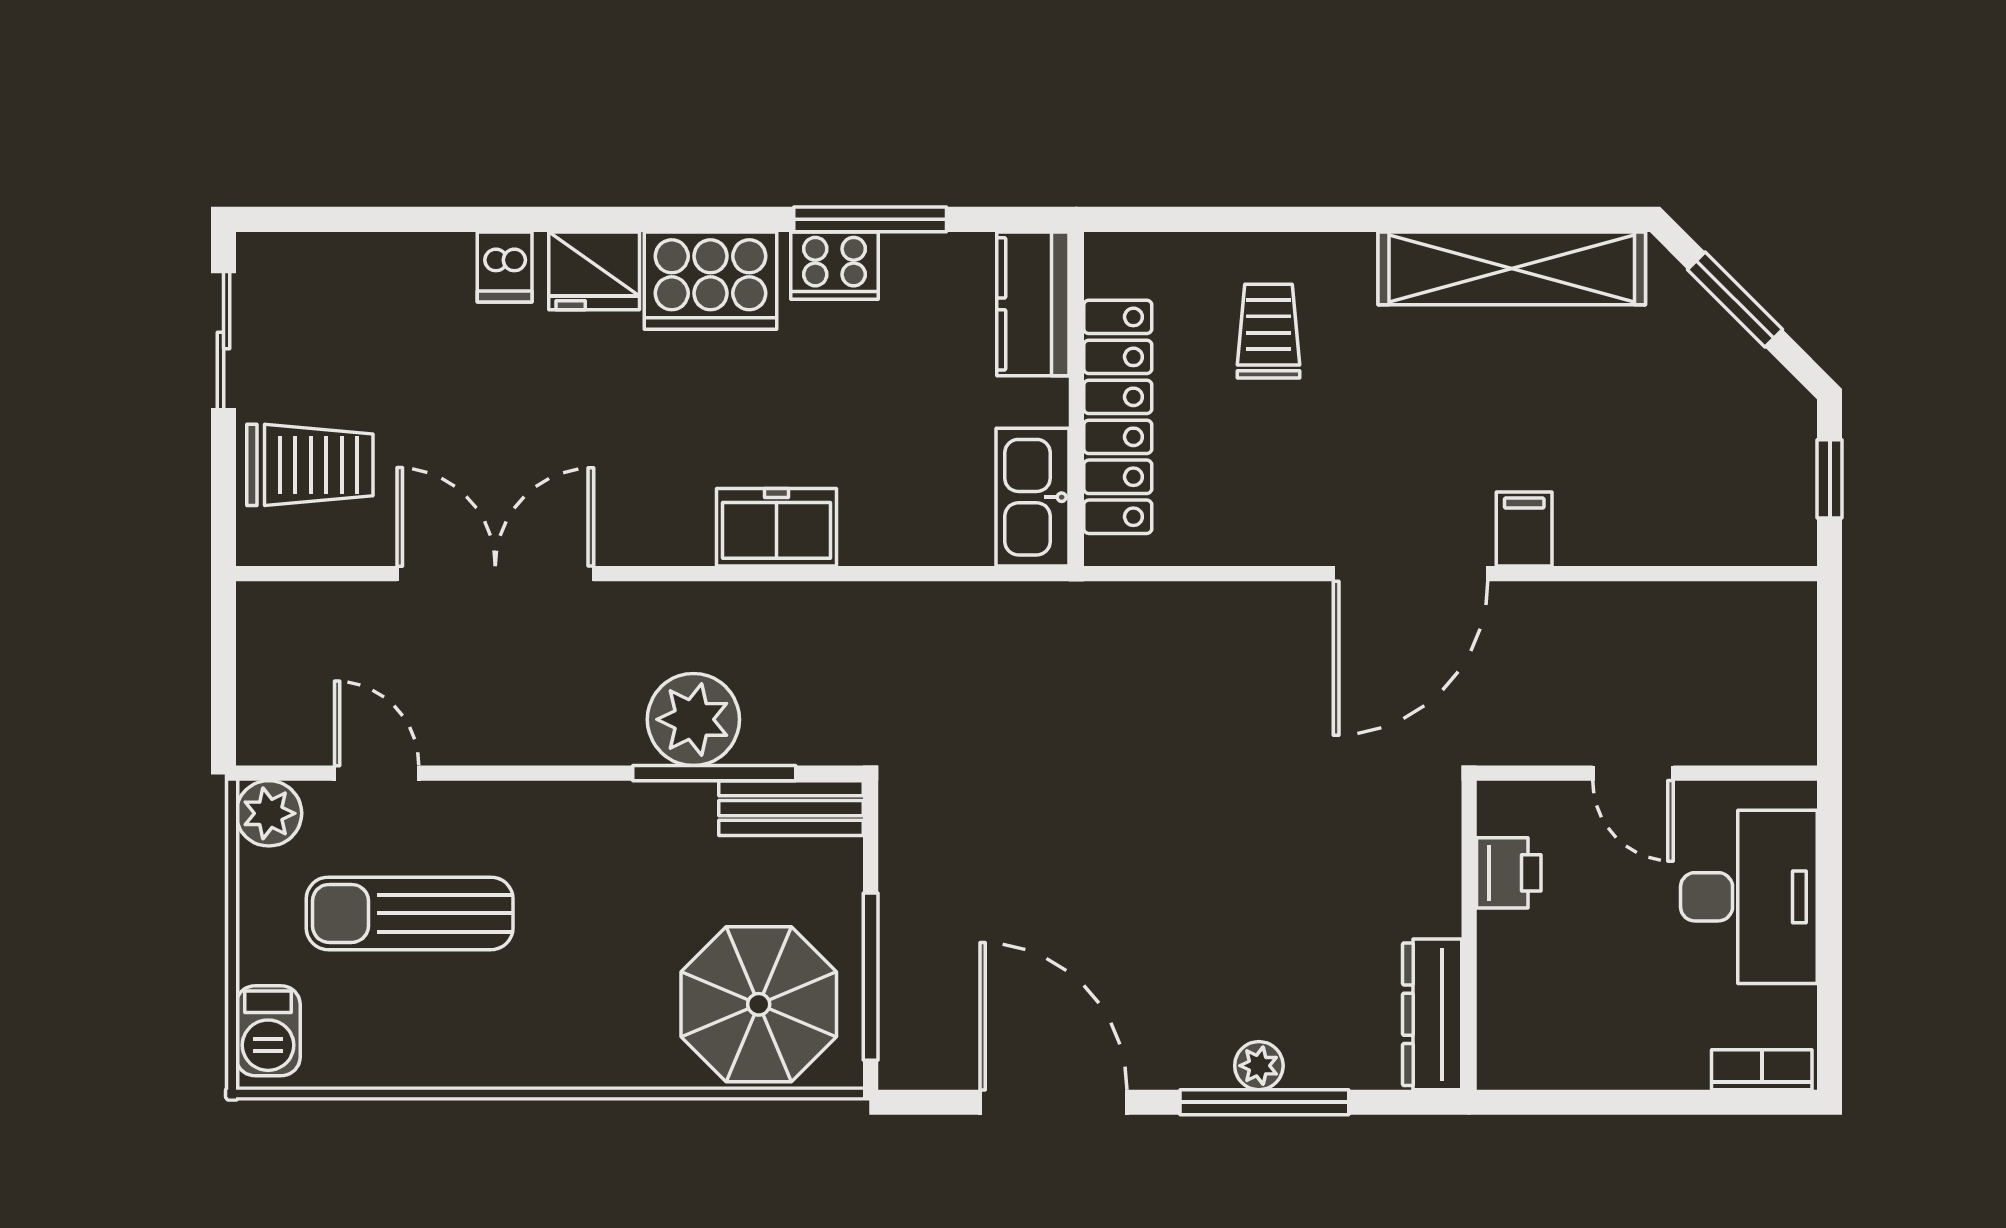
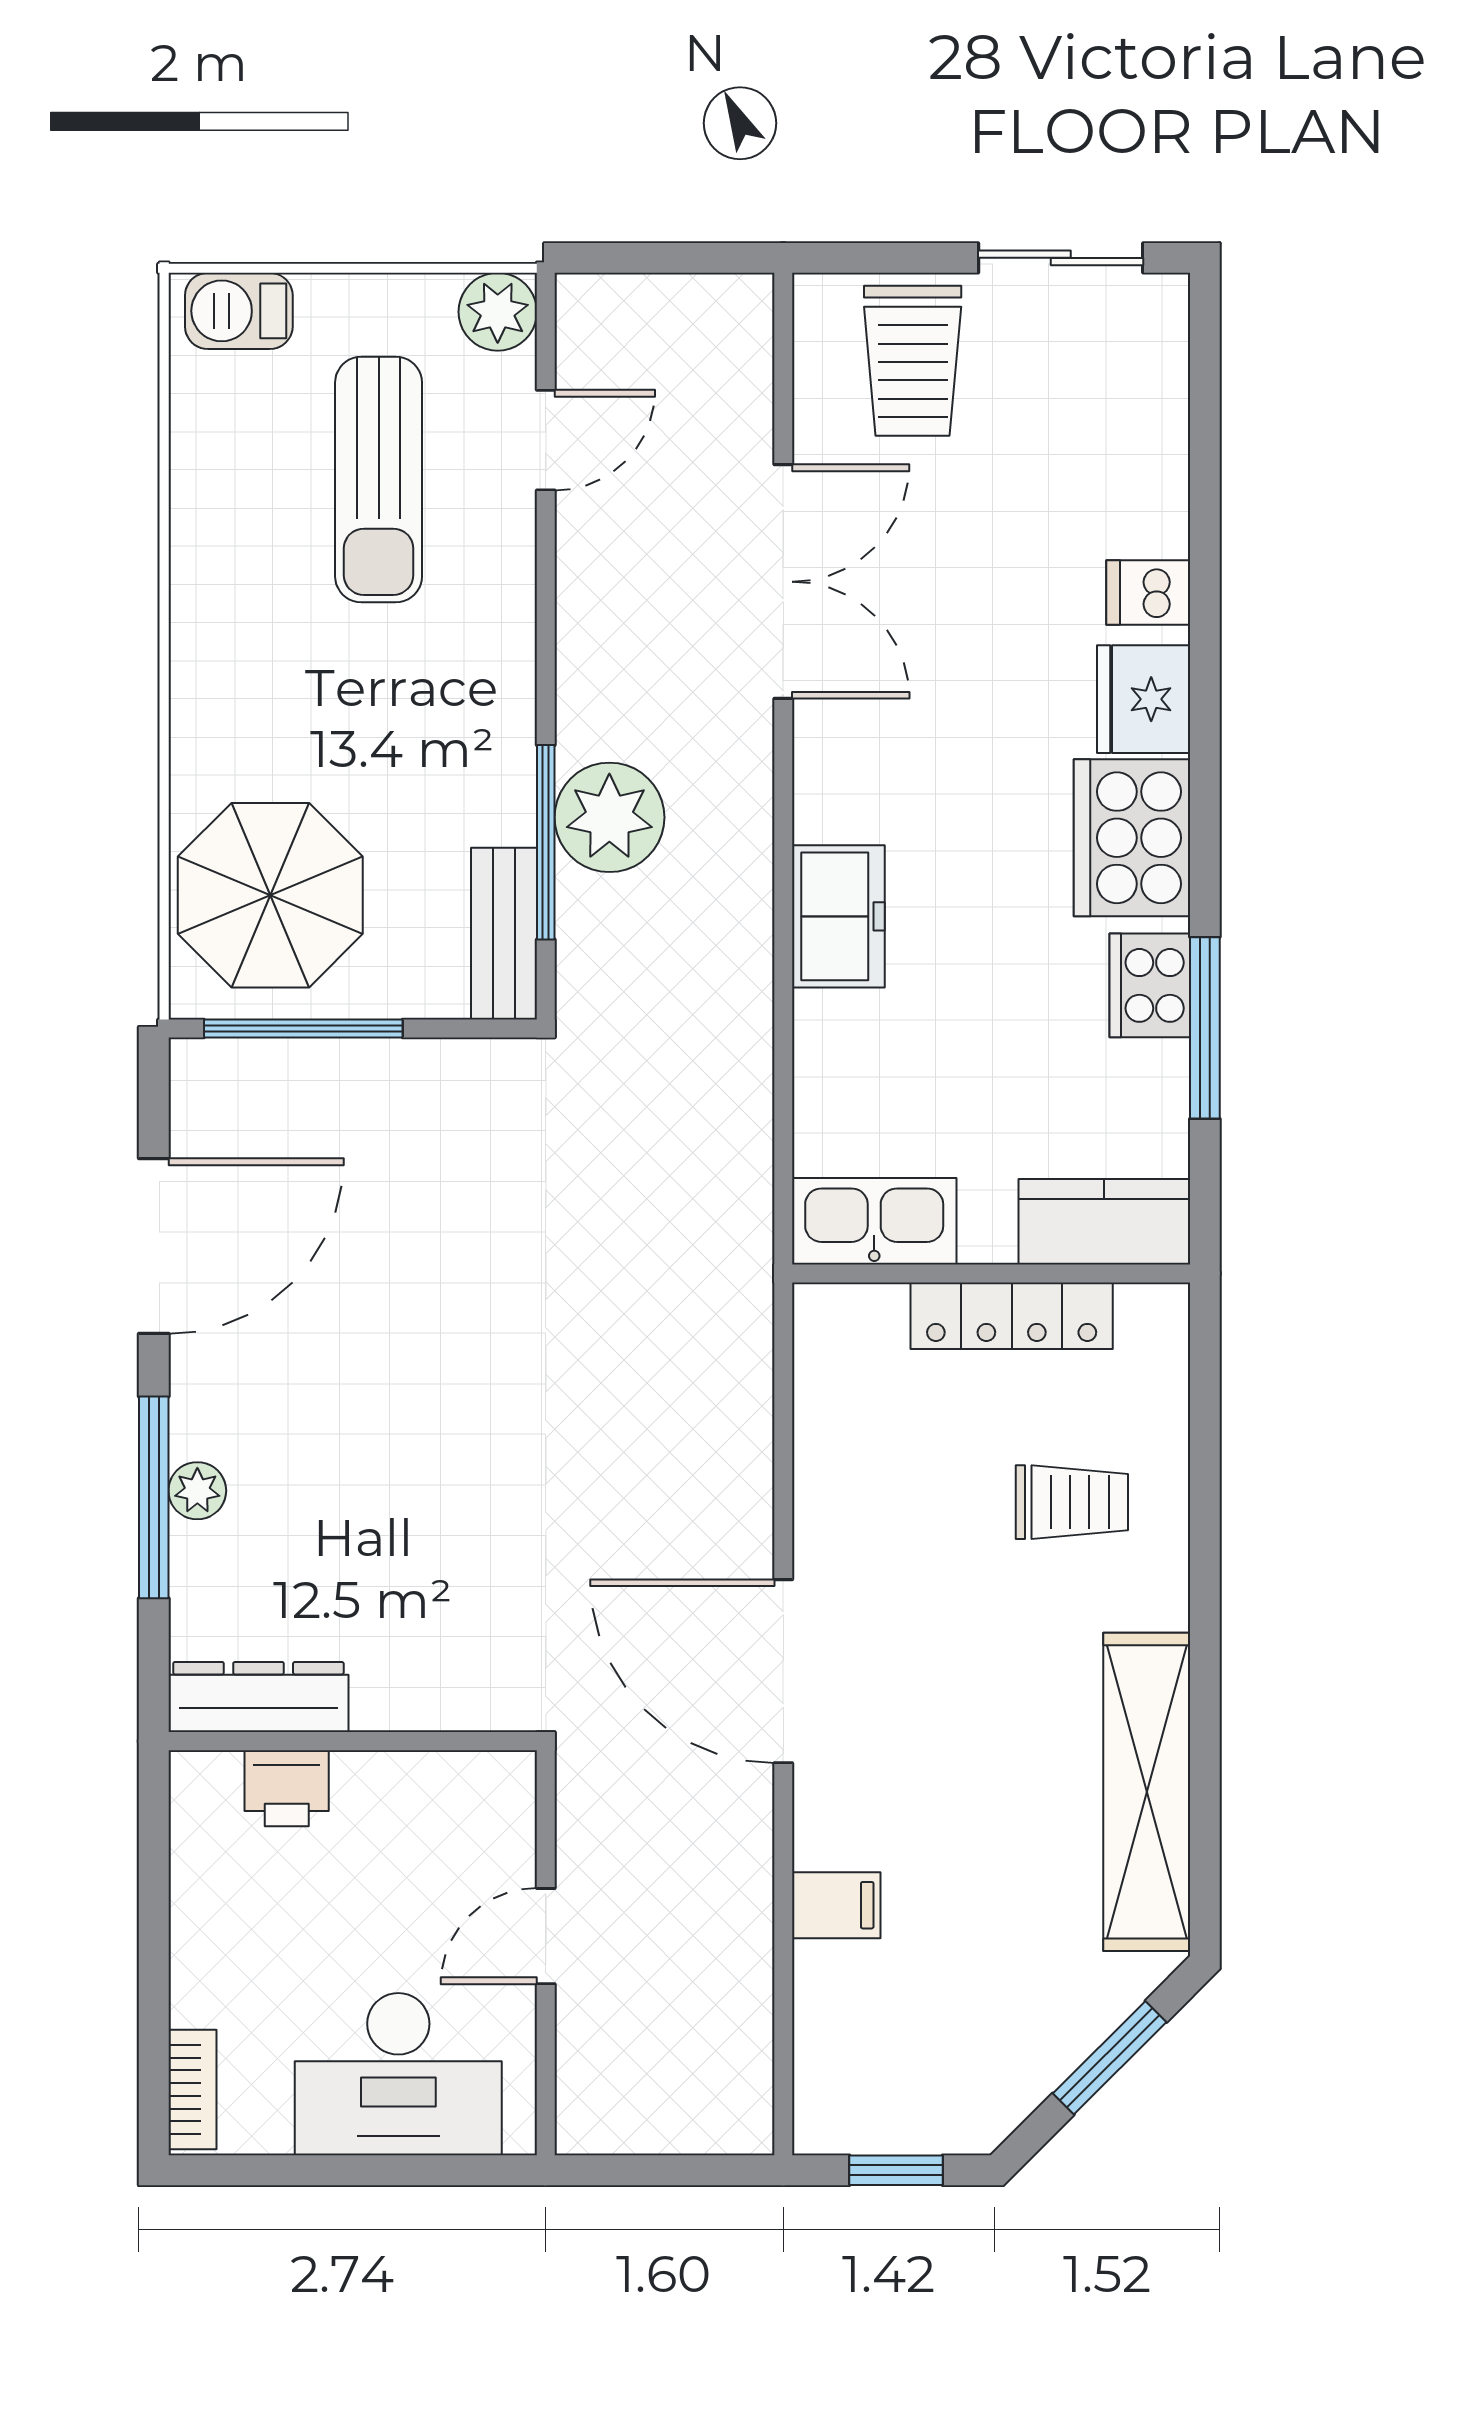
locker: (1118, 417) -> (1012, 1316), width x0.71, depth x0.83
filing cabinet: (1524, 529) -> (836, 1905), moved
printer: (1509, 873) -> (287, 1788), moved
sun lounger: (410, 913) -> (379, 479), turned 180

